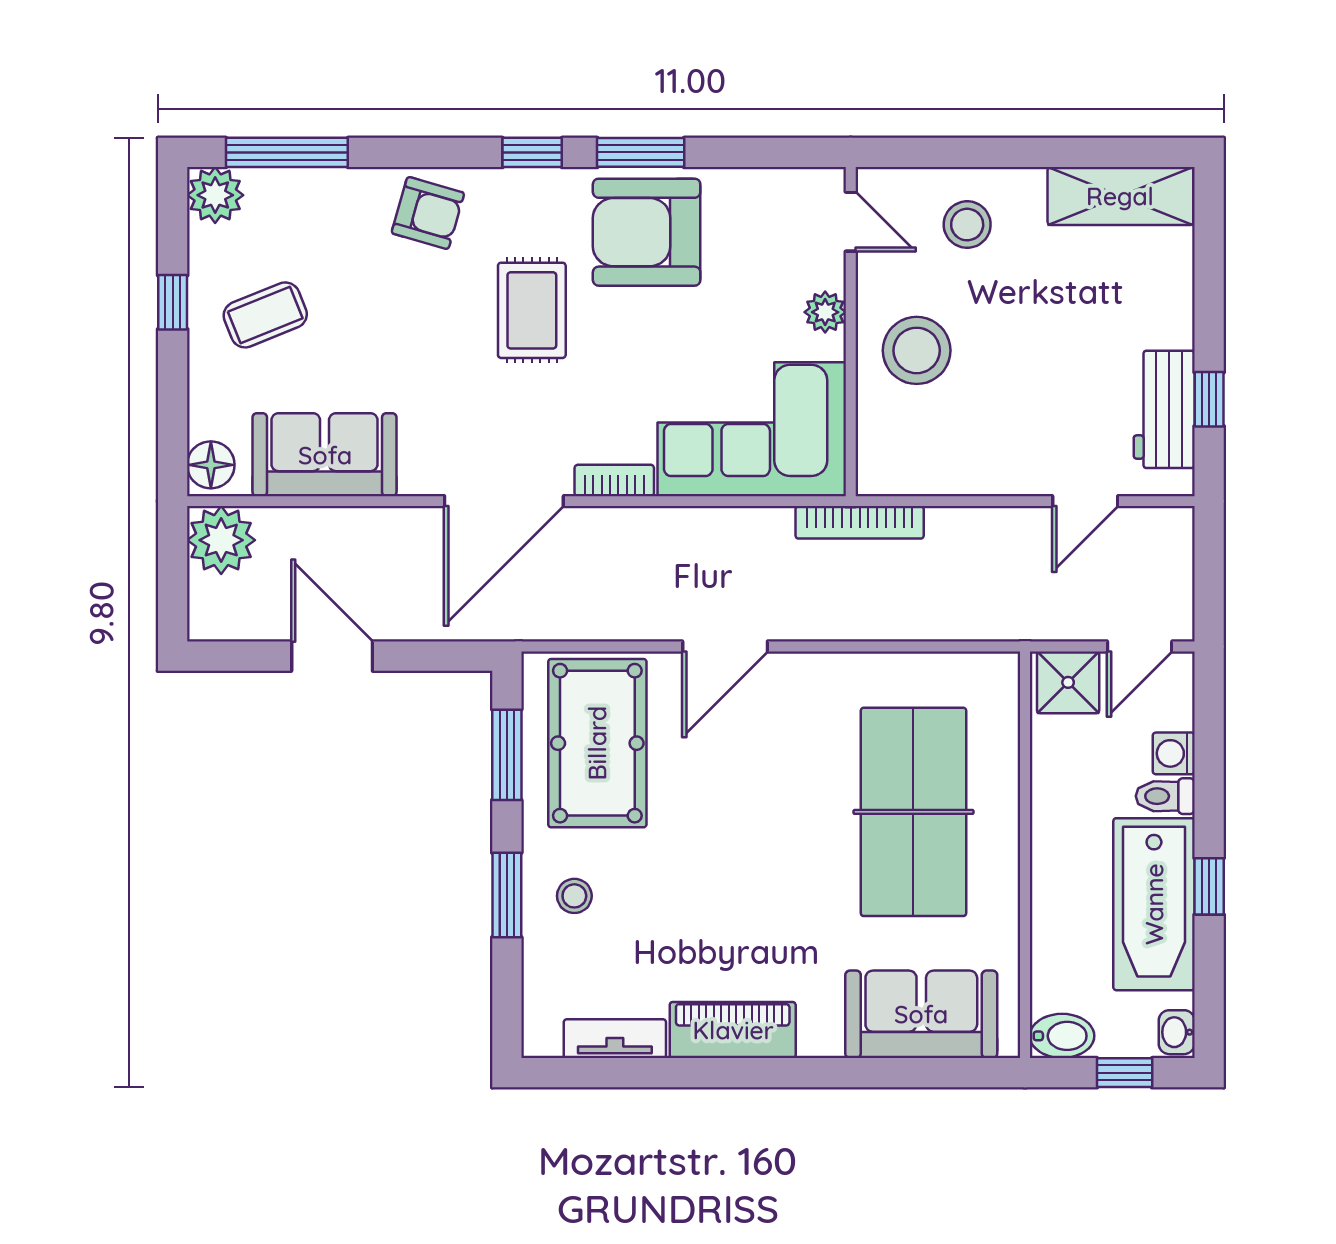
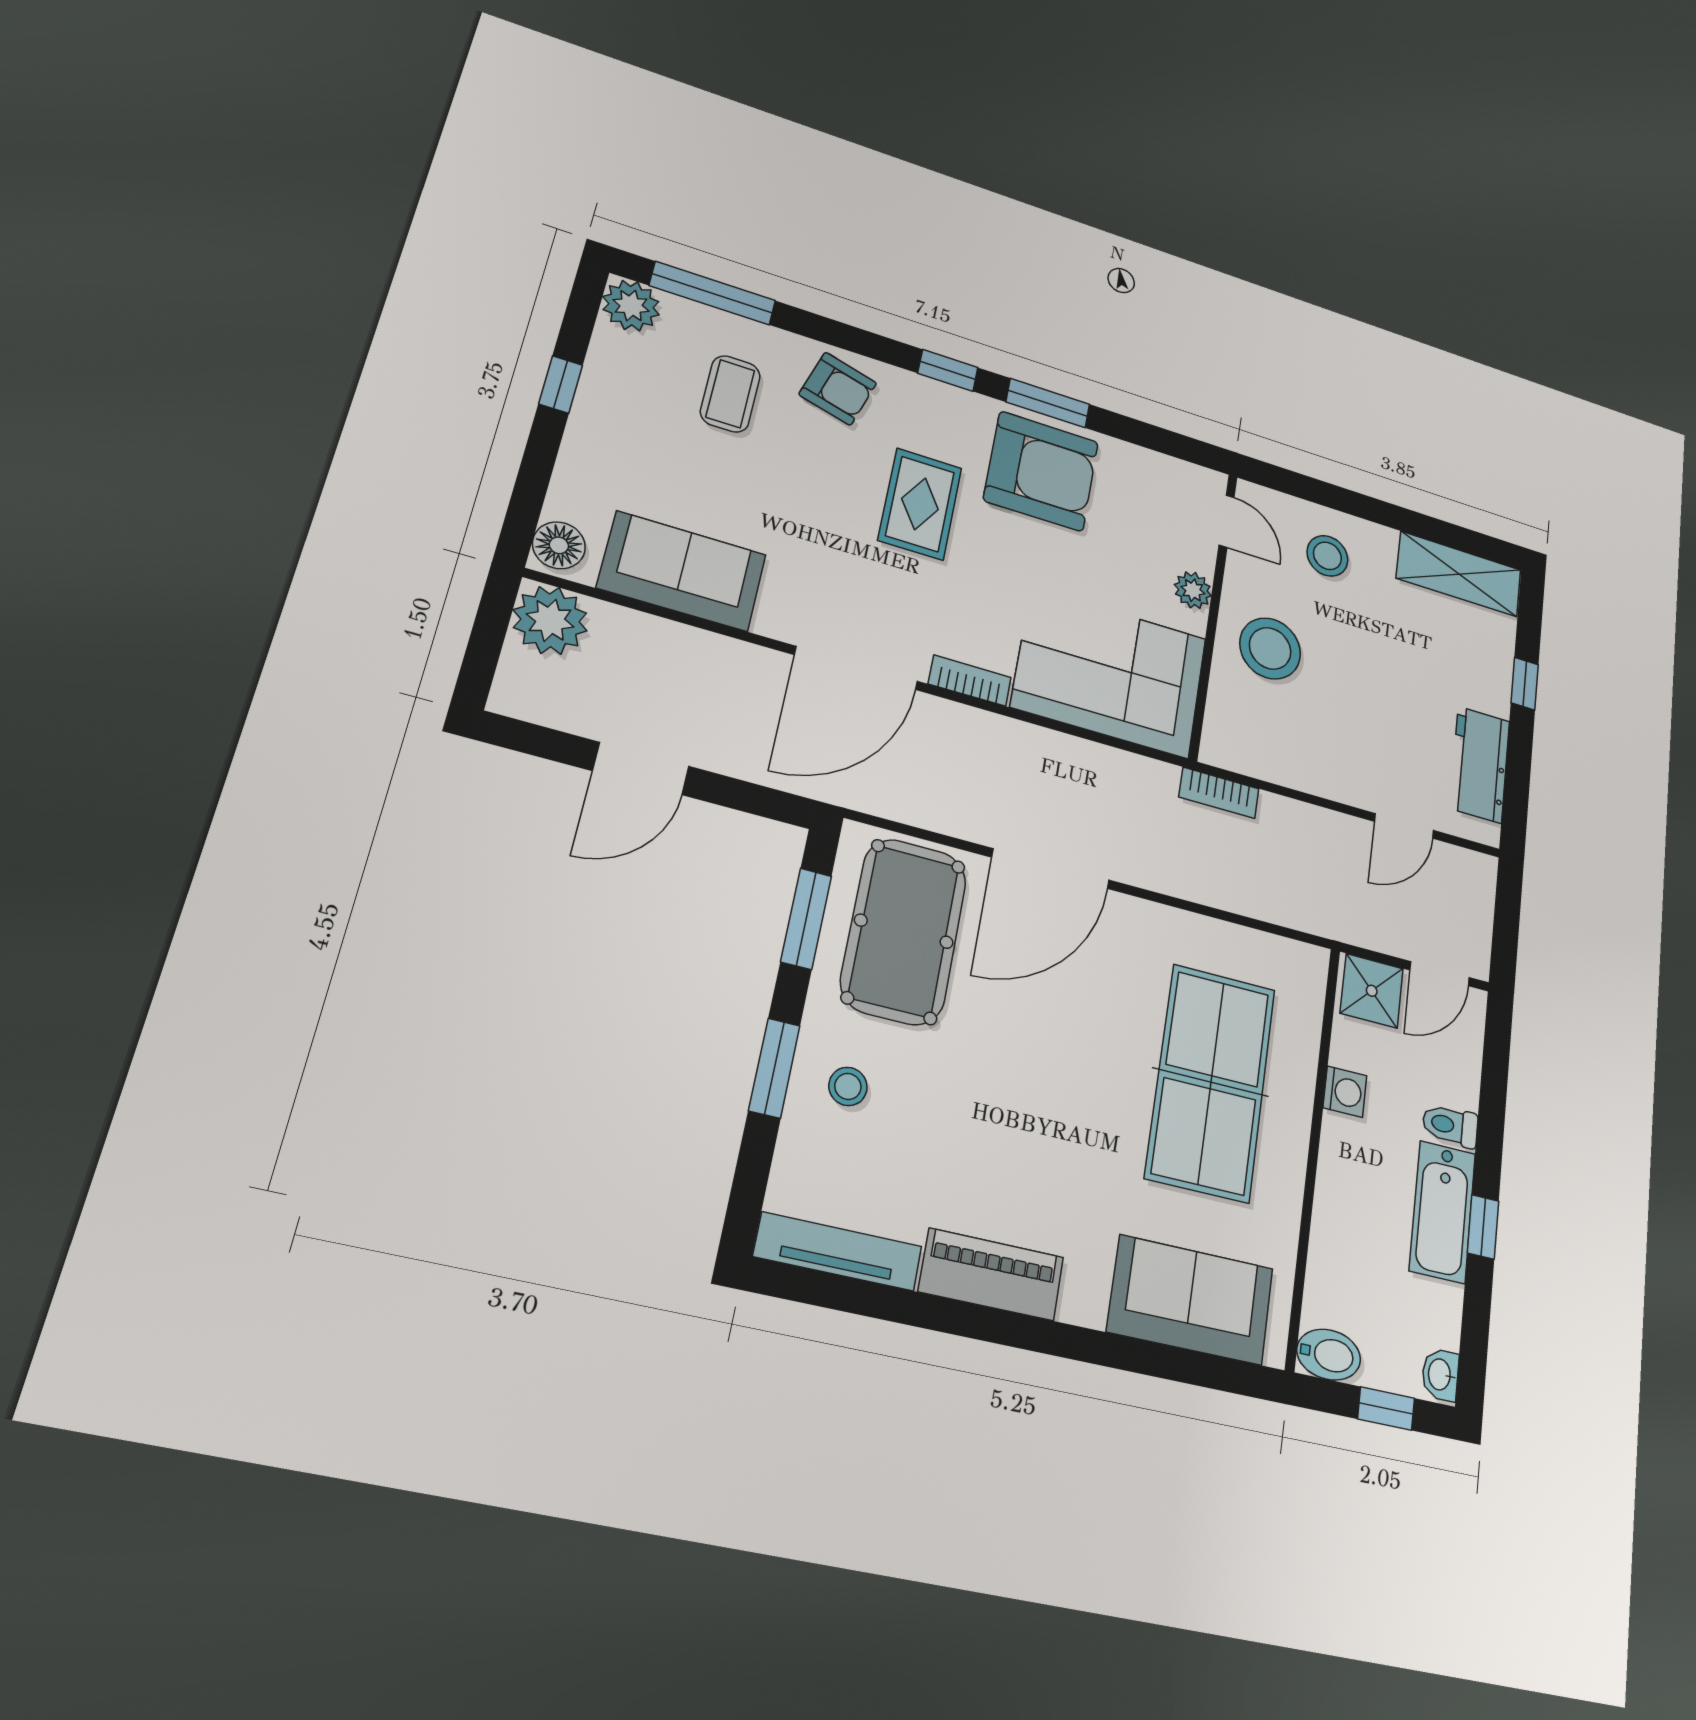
armchair: (647, 232) -> (1041, 471), turned 180
coffee table: (265, 315) -> (730, 394), moved, turned -68
window: (1209, 399) -> (1525, 684), moved
bookcase: (860, 522) -> (1219, 793), width x0.64
door: (725, 646) -> (1051, 869), width x1.36
door: (332, 656) -> (641, 768), swing flipped
washing machine: (1174, 753) -> (1345, 1092), moved, turned 180
bathtub: (1154, 904) -> (1442, 1212), width x0.73, depth x0.73
tv unit: (615, 1039) -> (838, 1251), width x1.41

